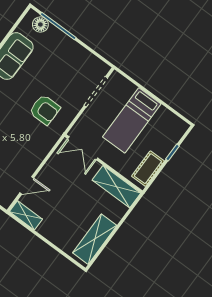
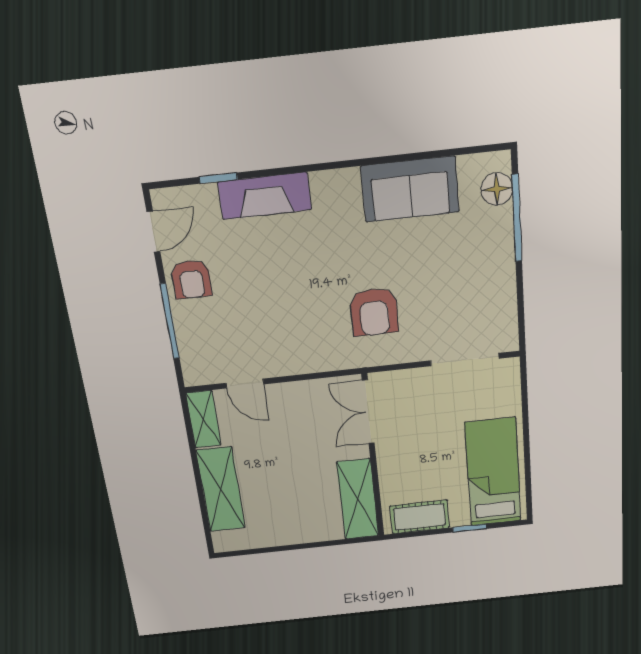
bed: (132, 120) -> (493, 472), moved, turned 90
shelving: (95, 239) -> (221, 489), moved, turned 90

